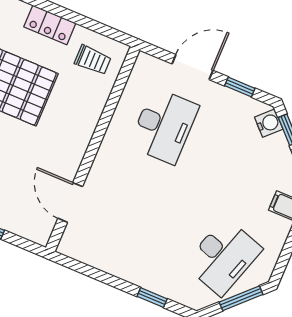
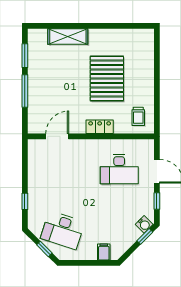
locker: (50, 25) -> (100, 127), moved, turned 90
window: (241, 298) -> (44, 249), width x0.67

